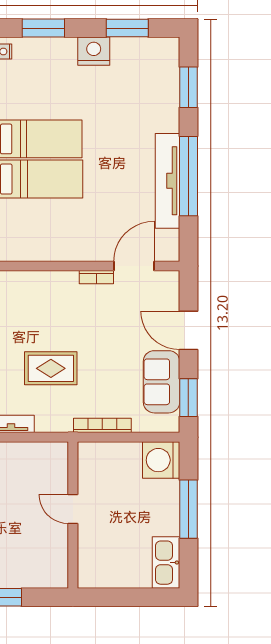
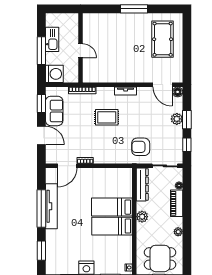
door: (73, 509) -> (80, 51), moved
wall: (73, 515) -> (80, 48), moved
kitchen sink: (166, 563) -> (52, 39), moved

